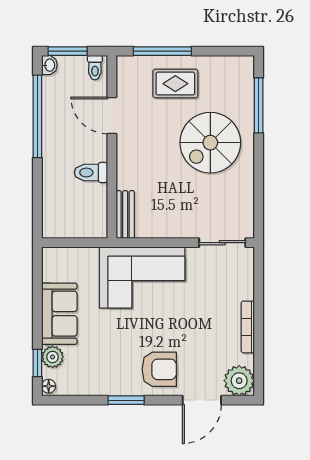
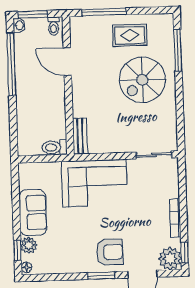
rug: (175, 84) -> (130, 35), moved
toilet: (91, 172) -> (55, 147), moved
window: (259, 373) -> (185, 253), added
window: (126, 400) -> (101, 276), moved

